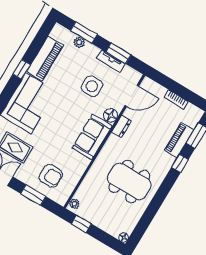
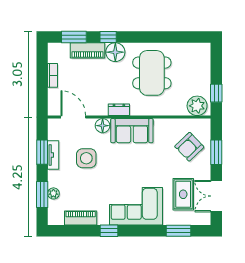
piano: (45, 58) -> (81, 218), width x0.73, depth x0.75
dresser: (122, 126) -> (119, 110), moved
armchair: (51, 176) -> (189, 147), turned -134
plant: (74, 204) -> (197, 106), width x1.87, depth x1.87
floor lamp: (124, 237) -> (115, 52), moved, width x1.89, depth x1.89

